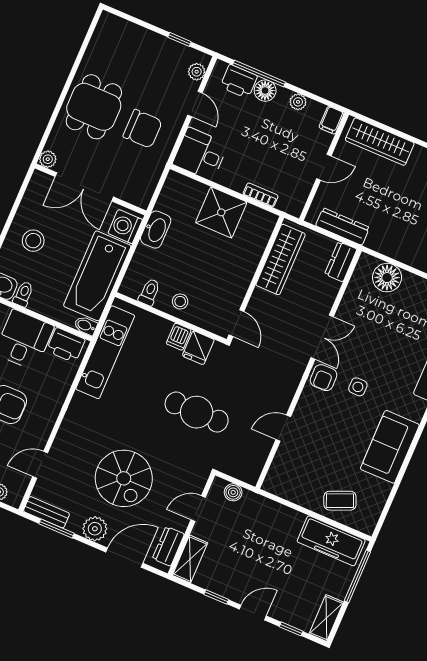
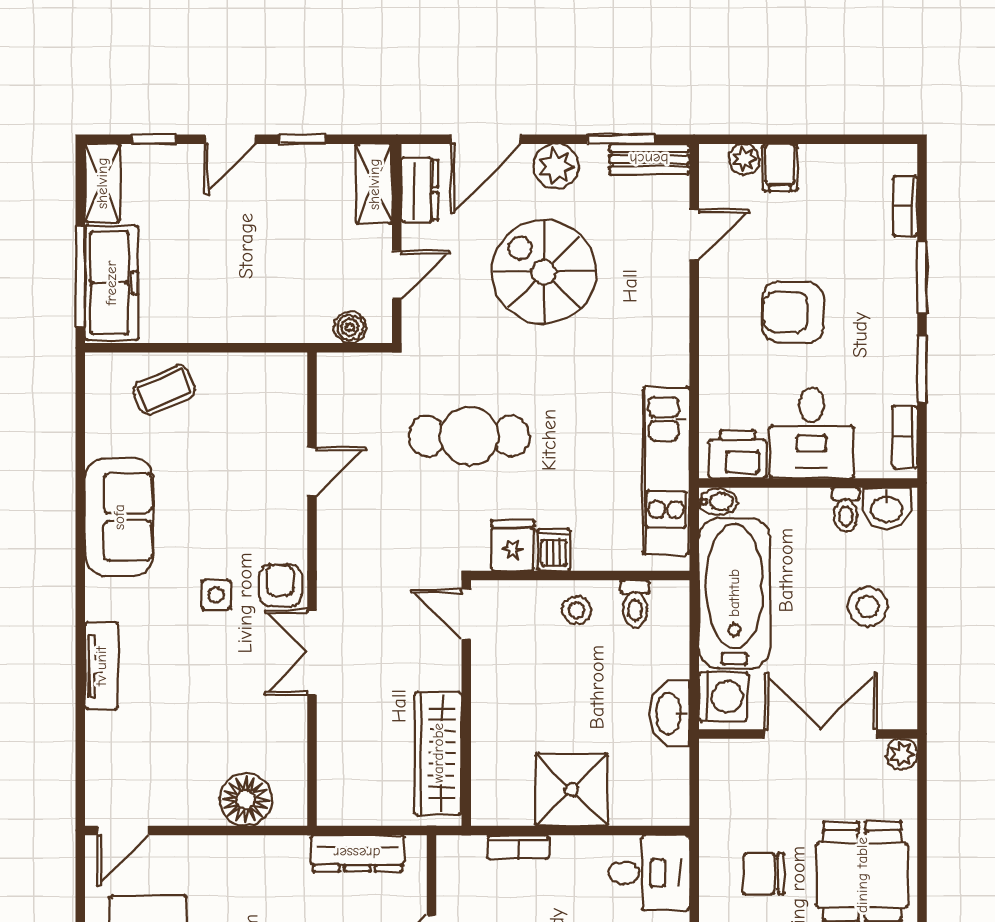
chair: (143, 129) -> (764, 874), width x0.73, depth x0.73
dresser: (341, 262) -> (335, 793), removed
freezer: (331, 541) -> (111, 283), moved, turned 90

